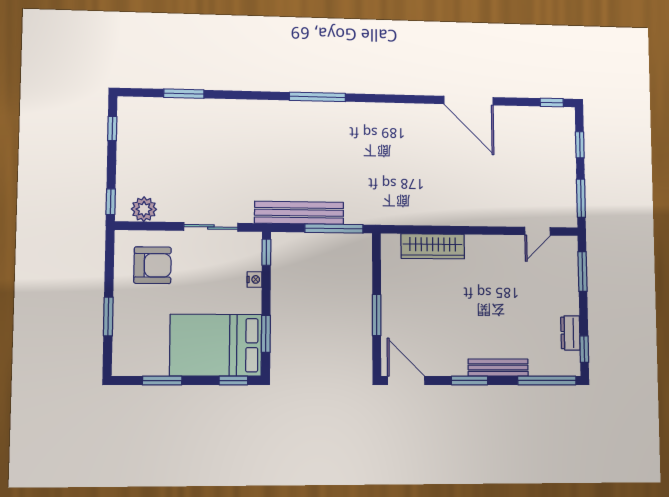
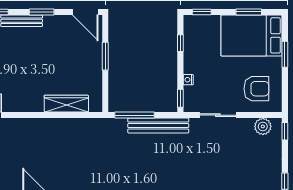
armchair: (153, 265) -> (256, 89), turned 180
window: (266, 334) -> (180, 43), width x0.67
bed: (216, 345) -> (251, 35), moved, turned 180

